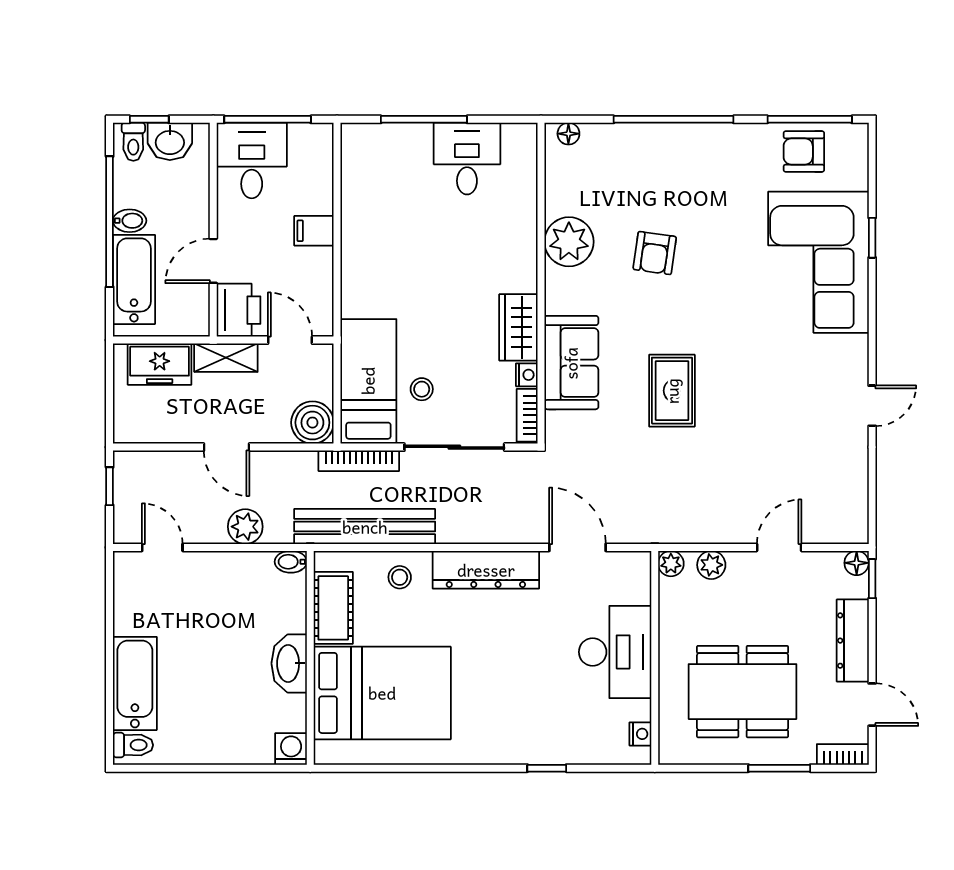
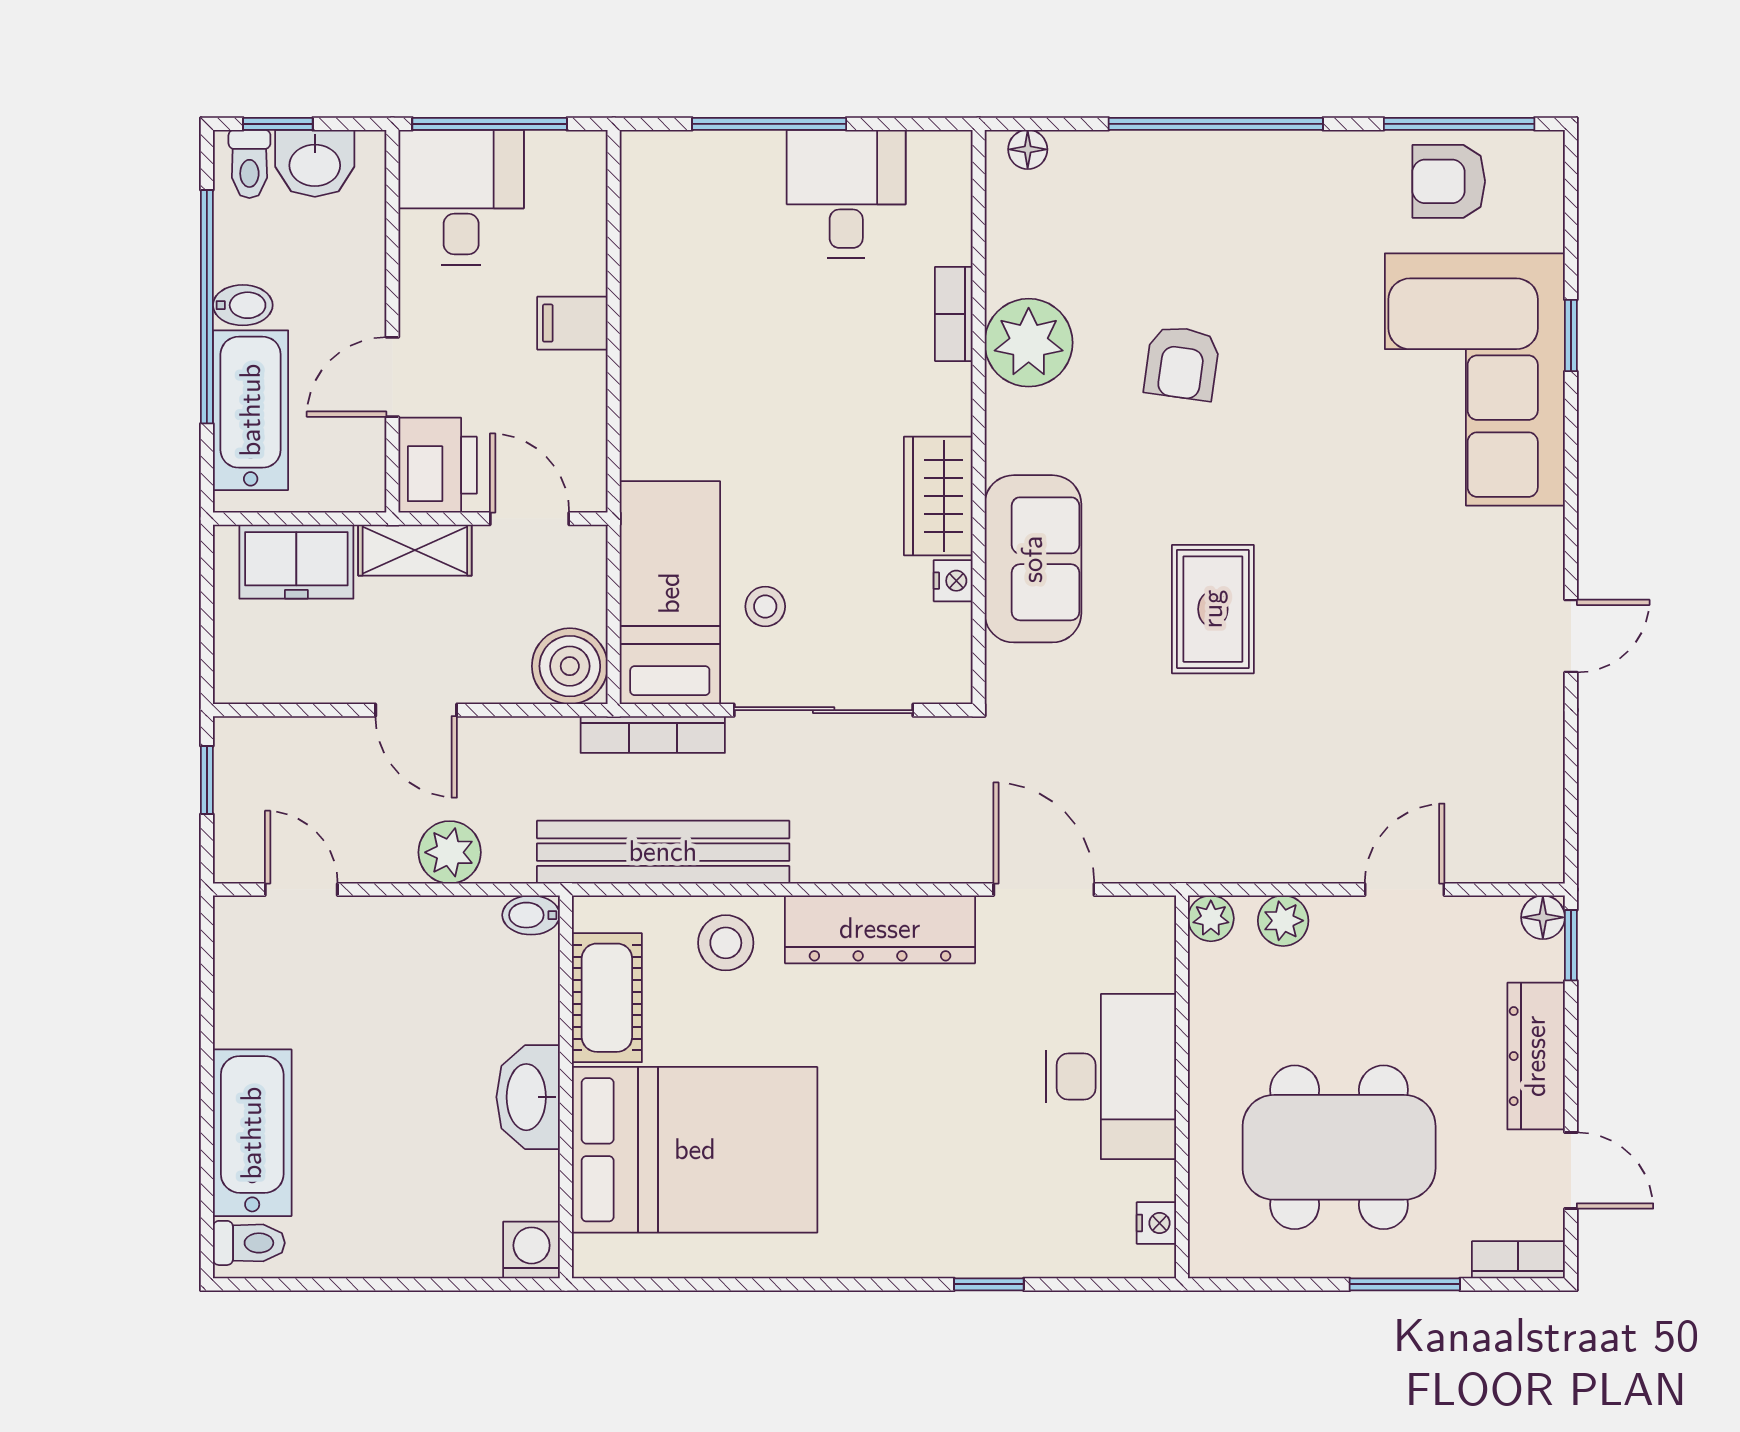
bookcase: (527, 415) -> (954, 314), moved
stool: (400, 577) -> (726, 943), width x1.37, depth x1.37

